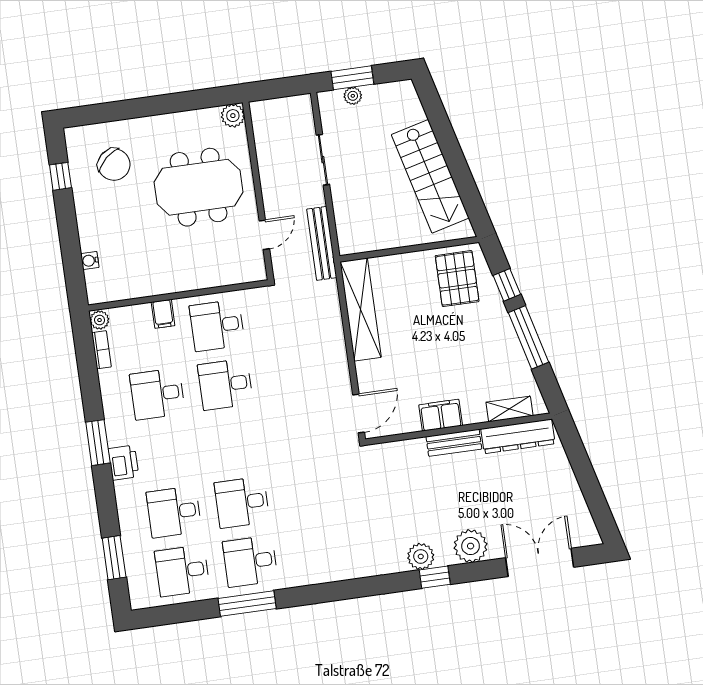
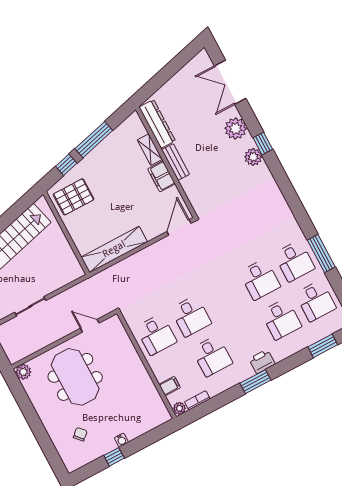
chair: (114, 164) -> (80, 434), width x0.54, depth x0.54
window: (60, 176) -> (114, 457), moved
bench: (322, 243) -> (82, 288), removed
water cooler: (90, 261) -> (121, 440), moved
filing cabinet: (163, 314) -> (170, 386), moved
shelving: (509, 409) -> (150, 150), moved
door: (359, 414) -> (179, 227), hinge flipped

